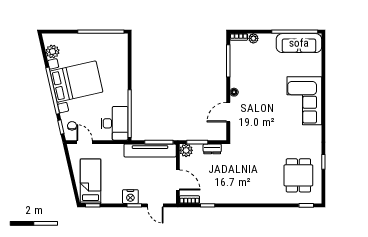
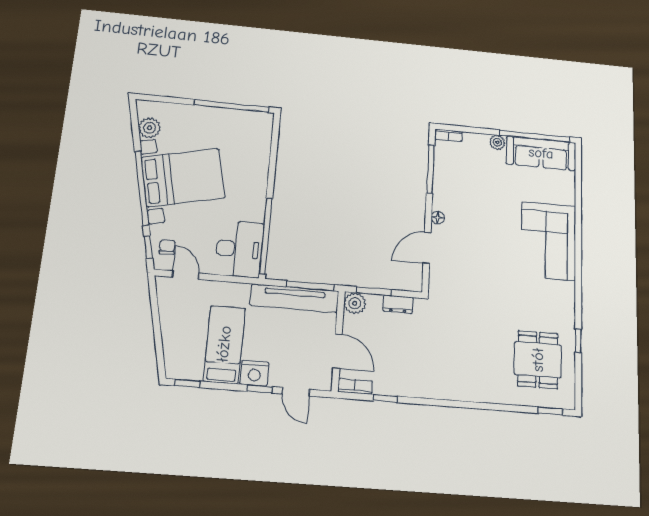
plant: (253, 38) -> (497, 142), moved
bed: (91, 181) -> (224, 344), moved

